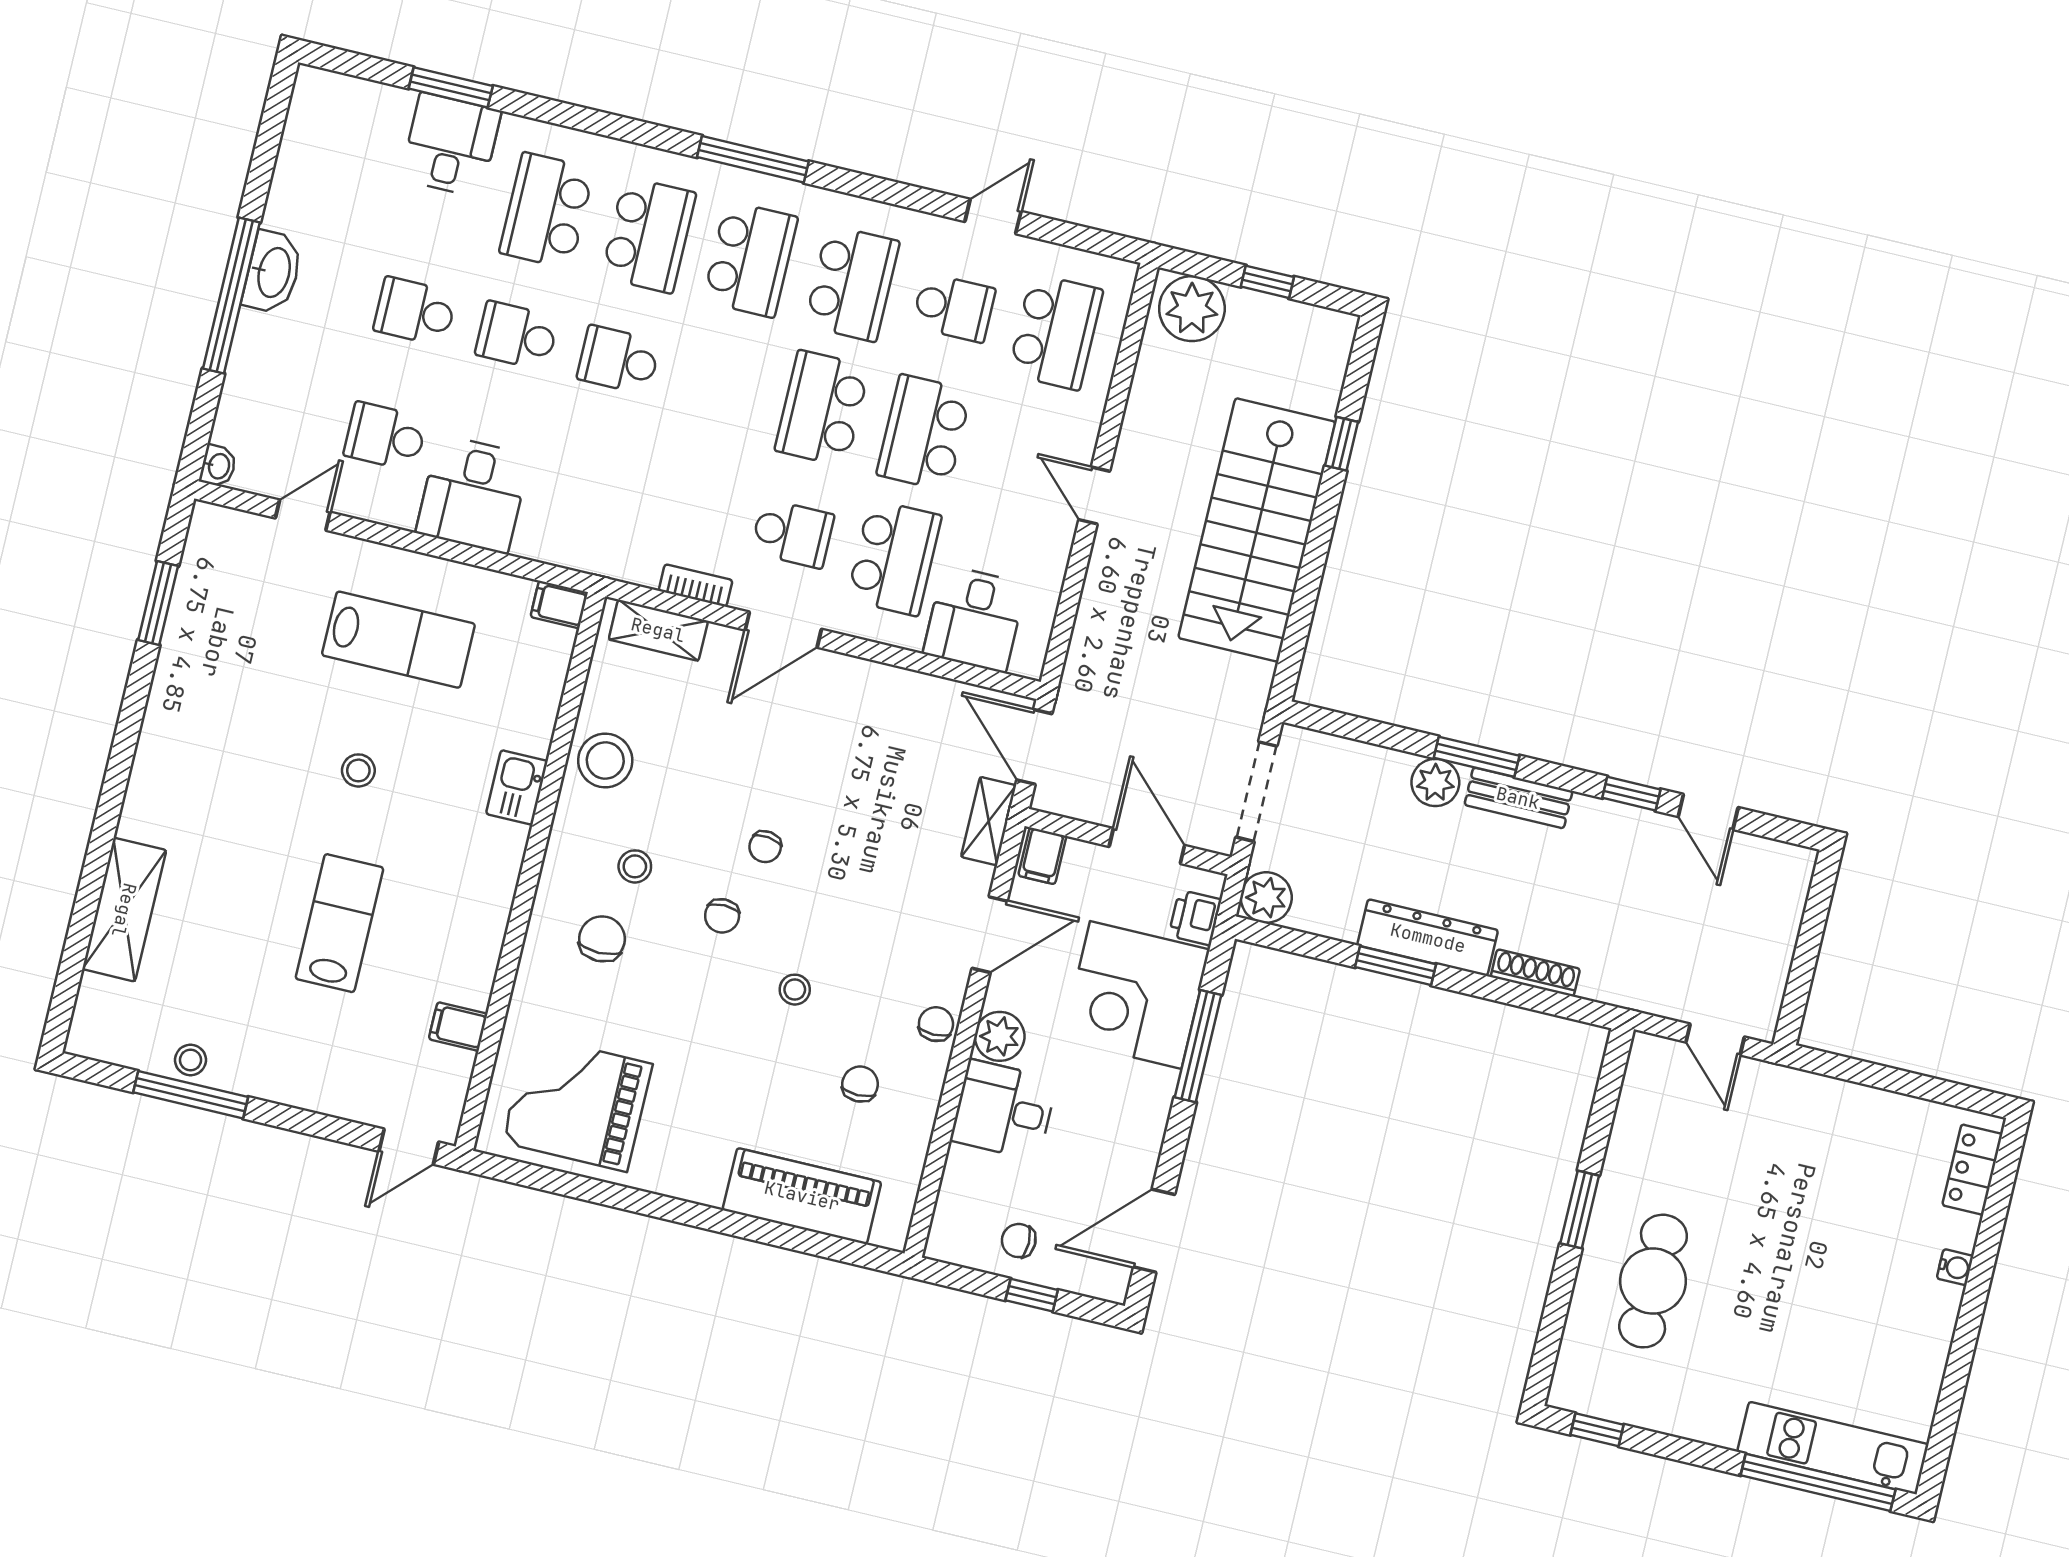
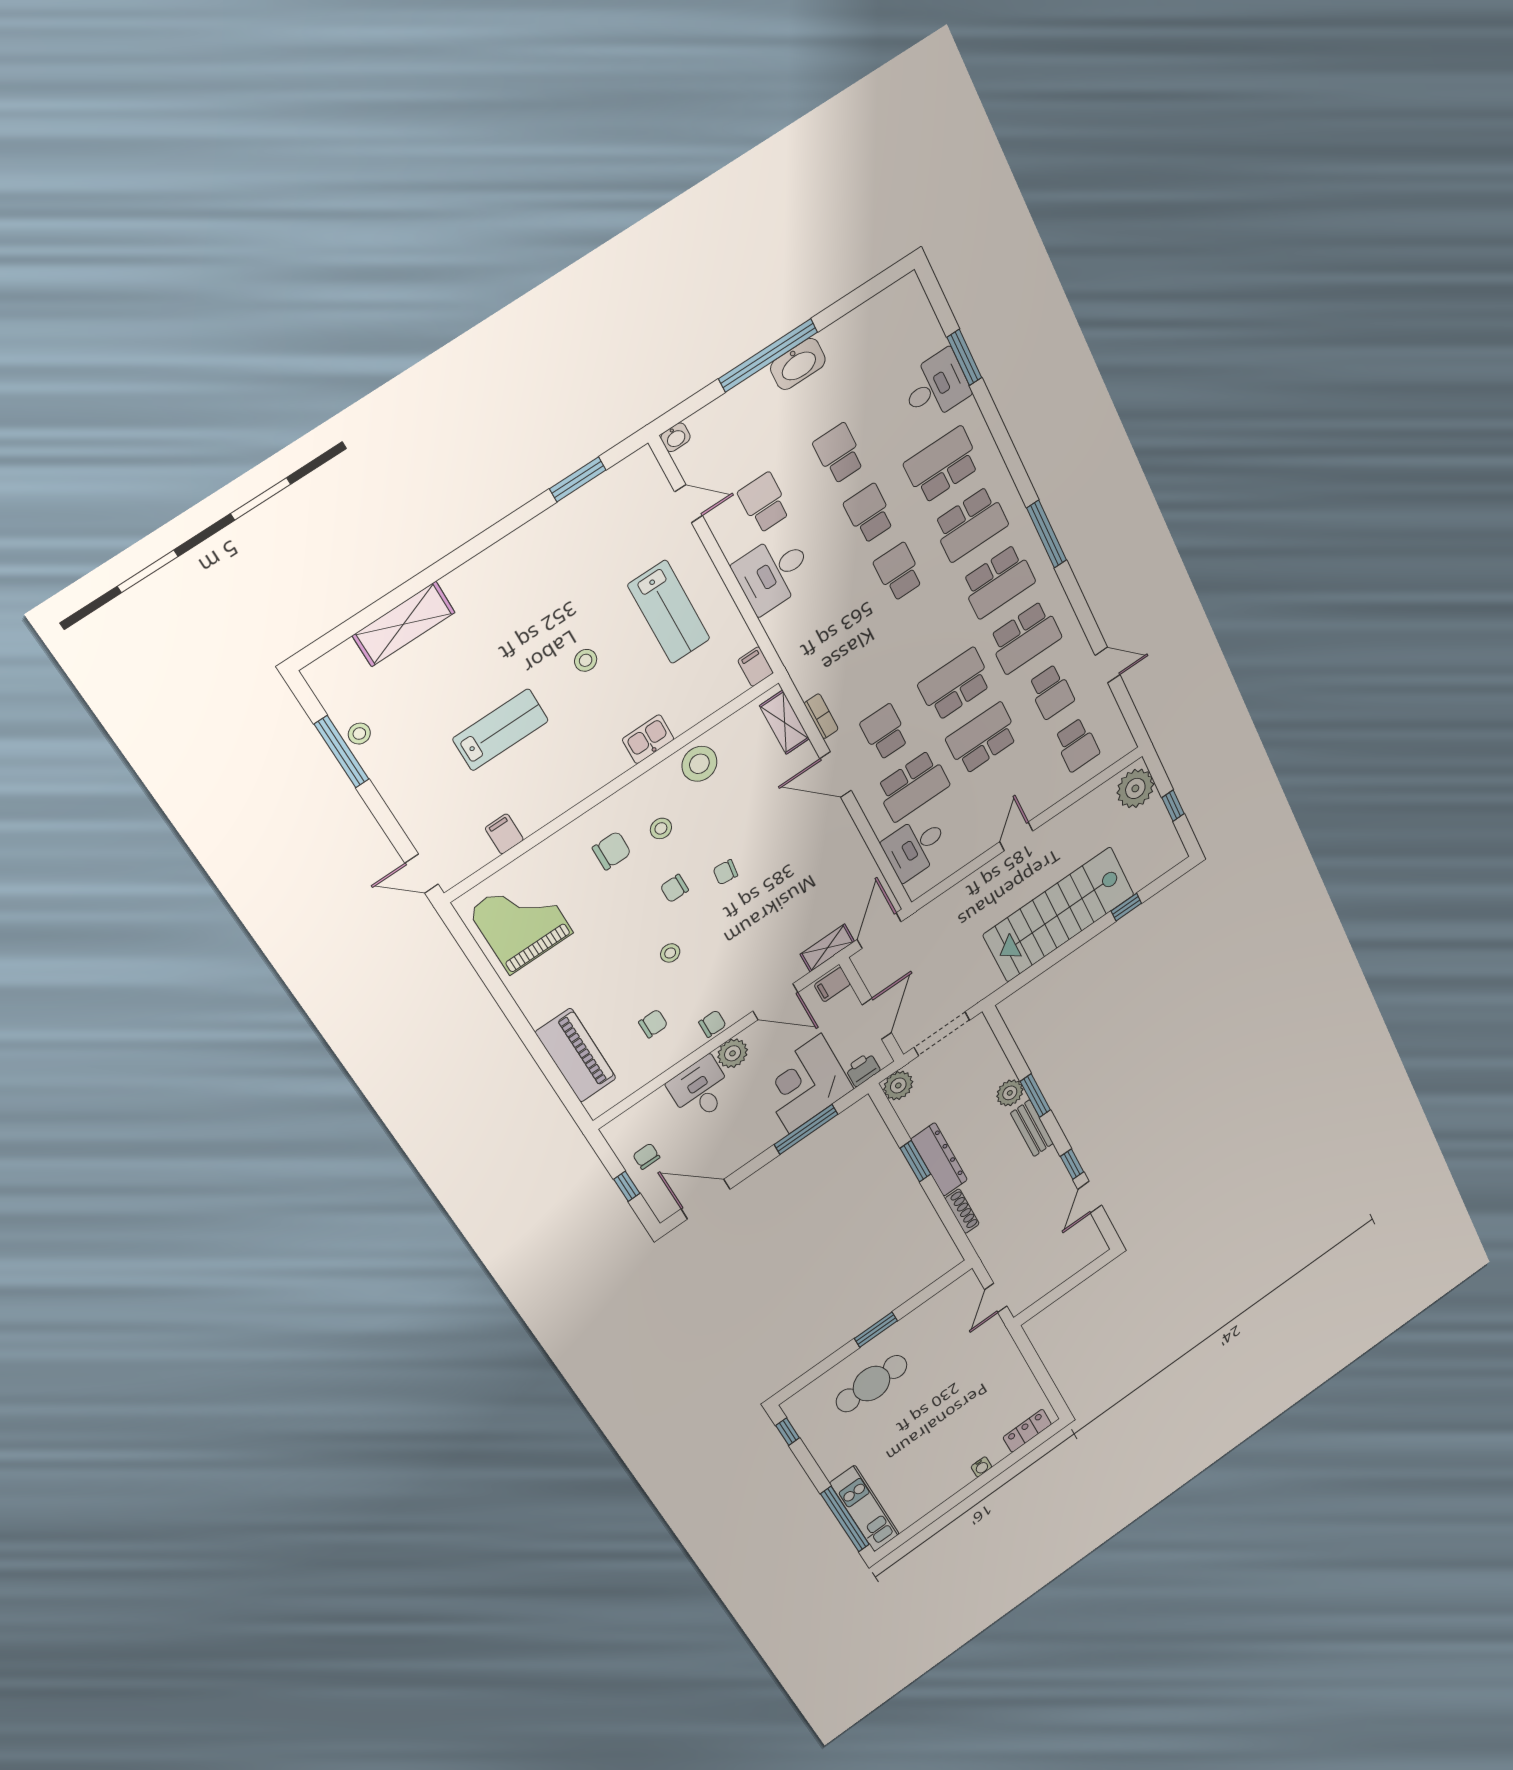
school desk: (1055, 332) -> (1077, 745), width x0.54
school desk: (792, 533) -> (885, 732), turned 180

